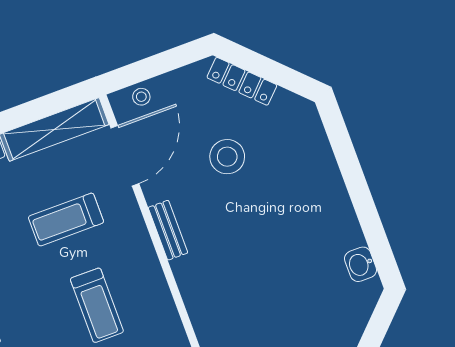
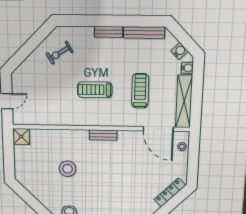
stool: (227, 157) -> (68, 169), moved
bench: (168, 230) -> (103, 135), moved

